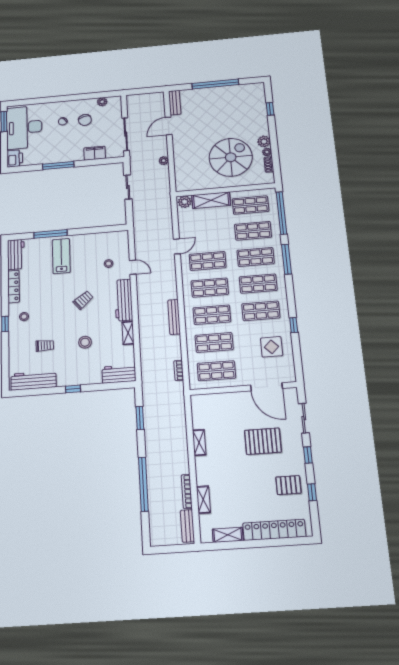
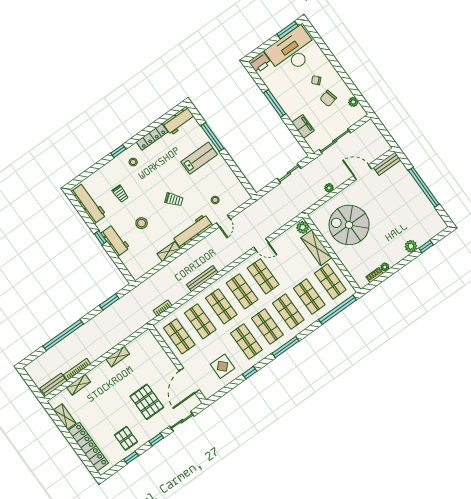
plant: (264, 141) -> (411, 246), moved
spiral stairs: (231, 157) -> (349, 225), moved, turned 180
window: (286, 259) -> (285, 347), moved
workbench: (119, 374) -> (115, 241), moved

